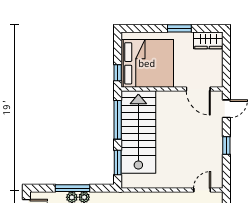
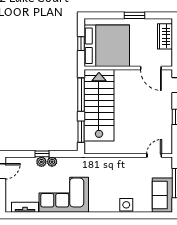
wardrobe: (208, 40) -> (165, 36), moved, turned 90
window: (118, 73) -> (81, 44), moved
window: (72, 188) -> (42, 154), width x0.46

